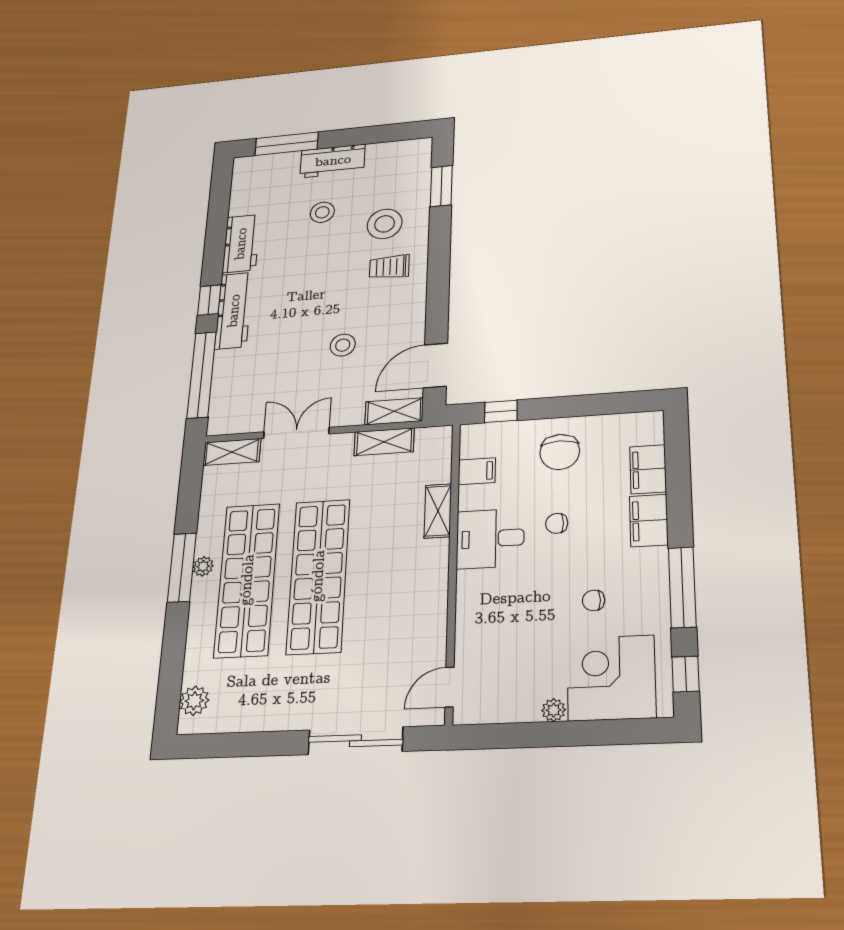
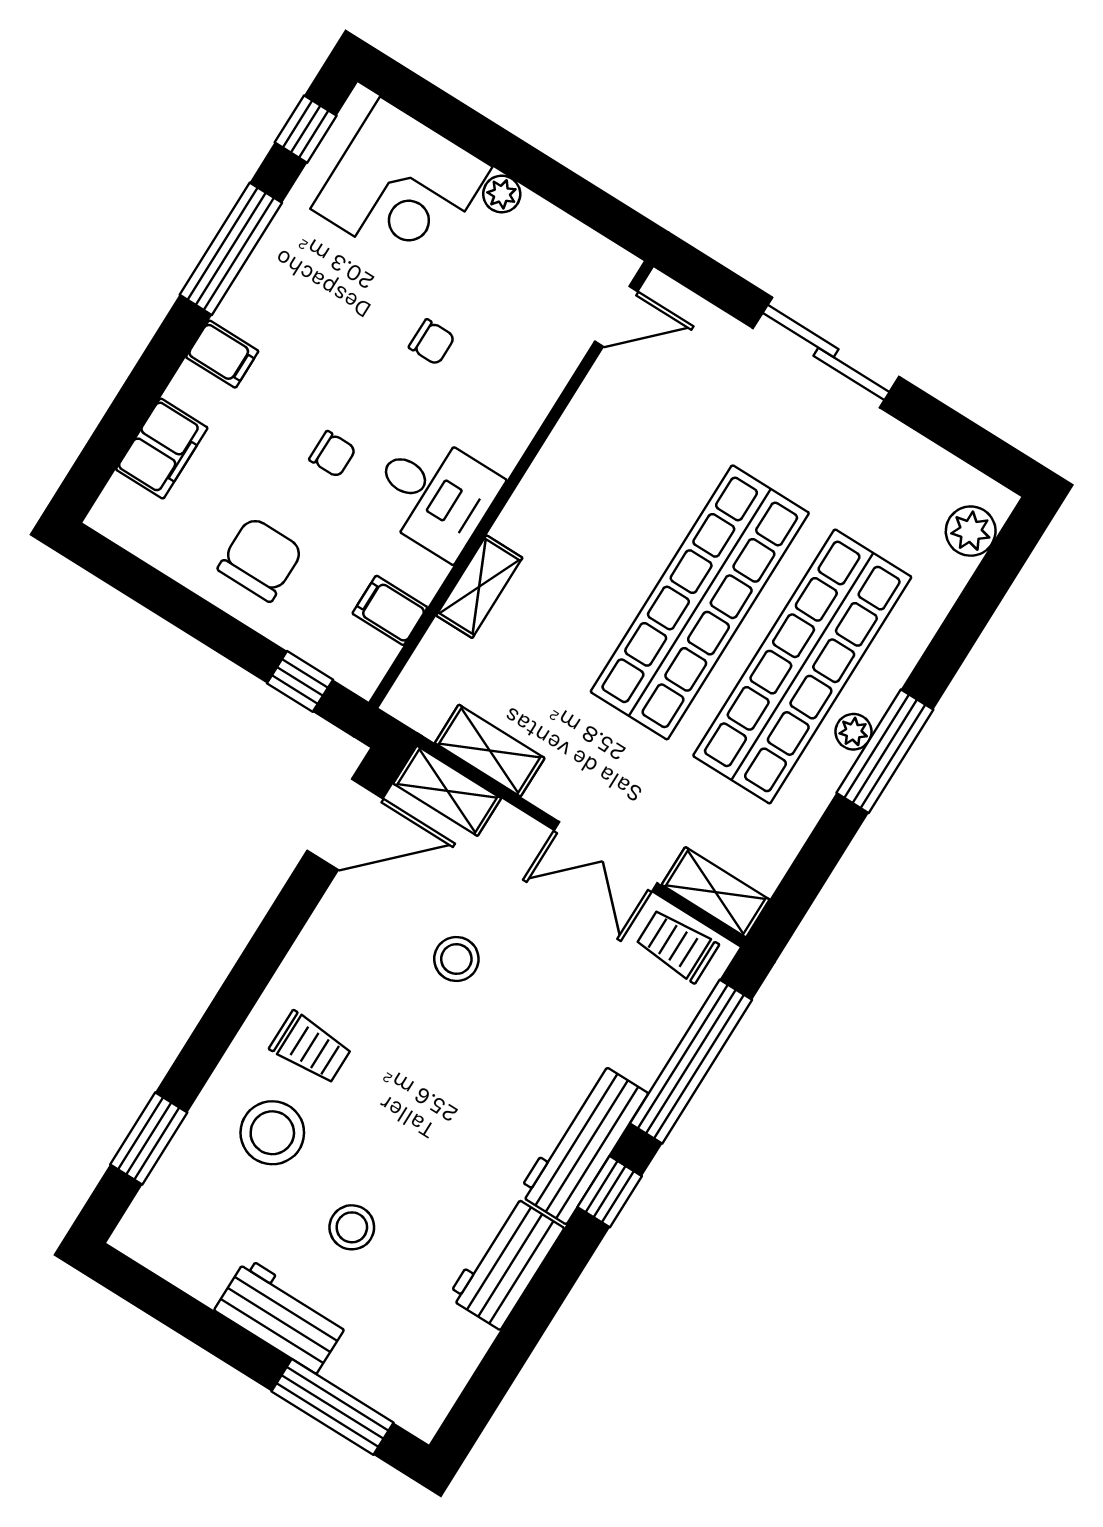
trolley: (237, 418) -> (677, 946), added
filing cabinet: (649, 521) -> (222, 354), width x0.50
chair: (594, 600) -> (432, 342), moved
sliding door: (355, 741) -> (826, 352), moved

